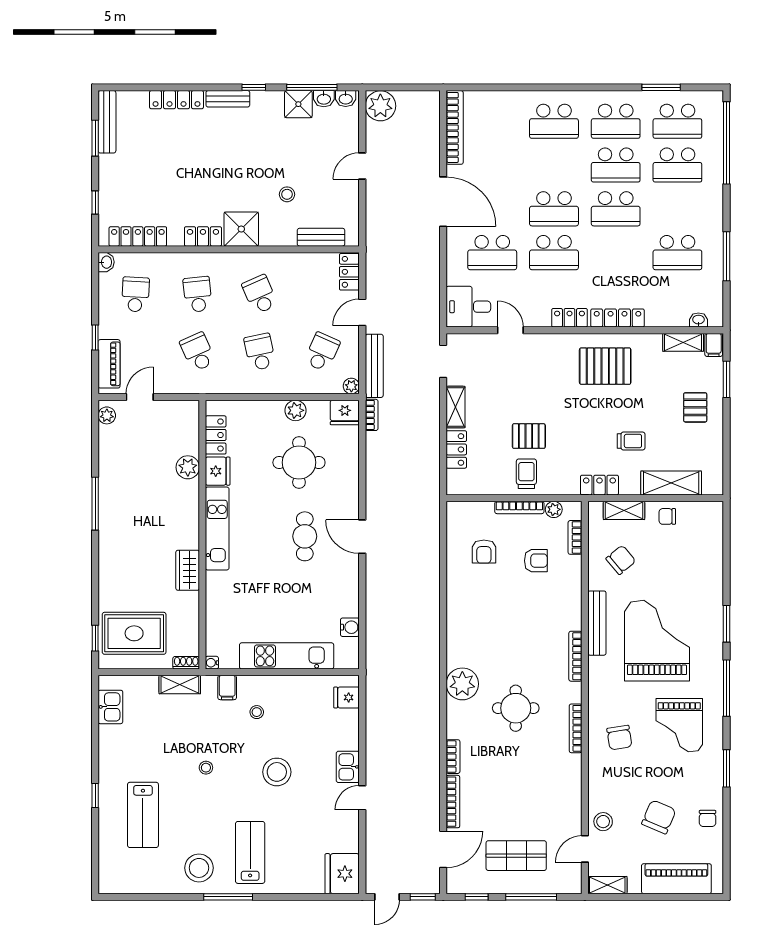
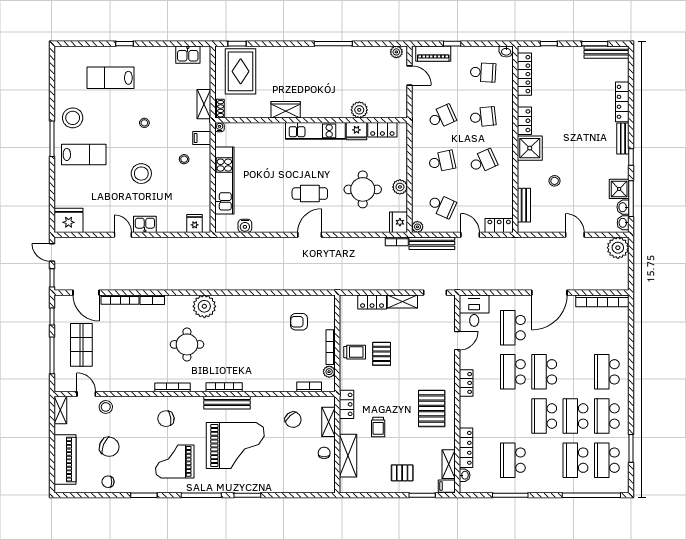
locker: (618, 318) -> (466, 448), moved
armchair: (536, 561) -> (293, 359), removed
bench: (597, 623) -> (227, 403), moved

